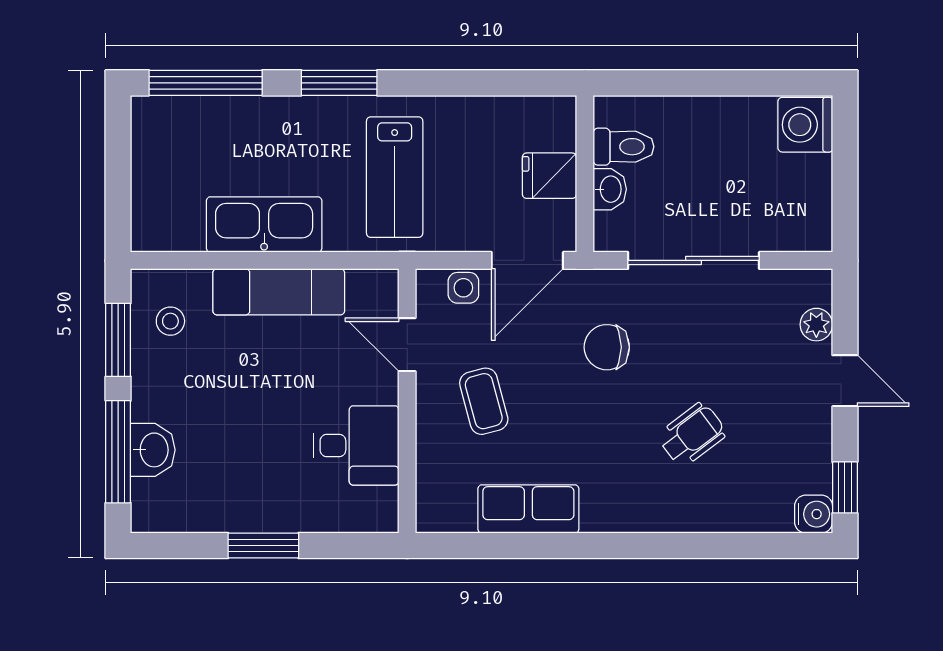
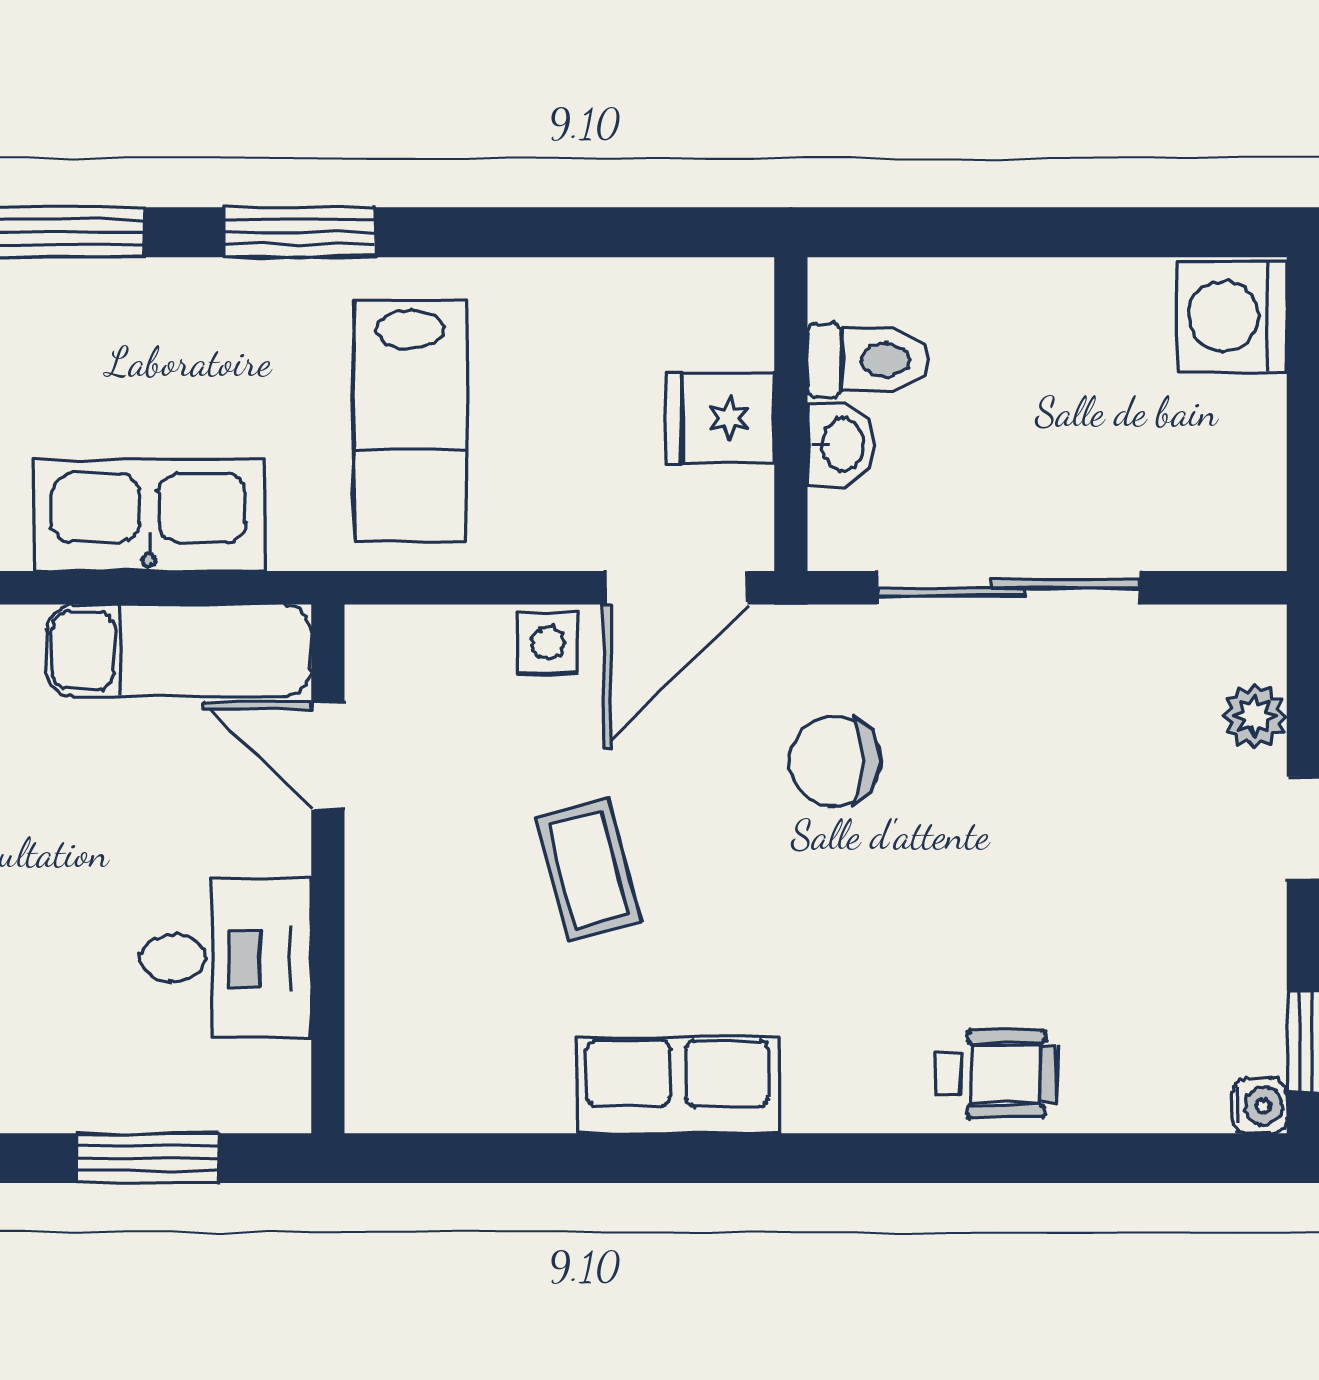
door: (407, 345) -> (328, 756), moved
wall: (407, 401) -> (328, 869), moved
wheelchair: (692, 435) -> (997, 1074), moved, turned 37
desk: (356, 445) -> (226, 958), moved
water cooler: (814, 514) -> (1259, 1106), width x0.72, depth x0.72

